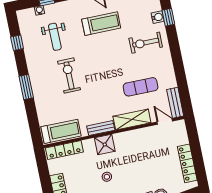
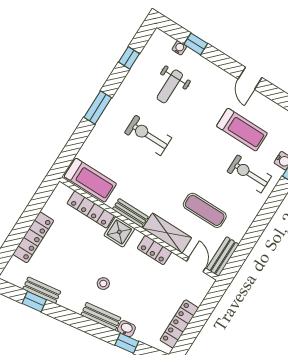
treadmill: (101, 24) -> (242, 130), moved
exercise bike: (69, 76) -> (148, 135), turned -90
locker: (134, 136) -> (154, 250), added
locker: (64, 150) -> (91, 210), moved
stool: (107, 177) -> (103, 284), moved

